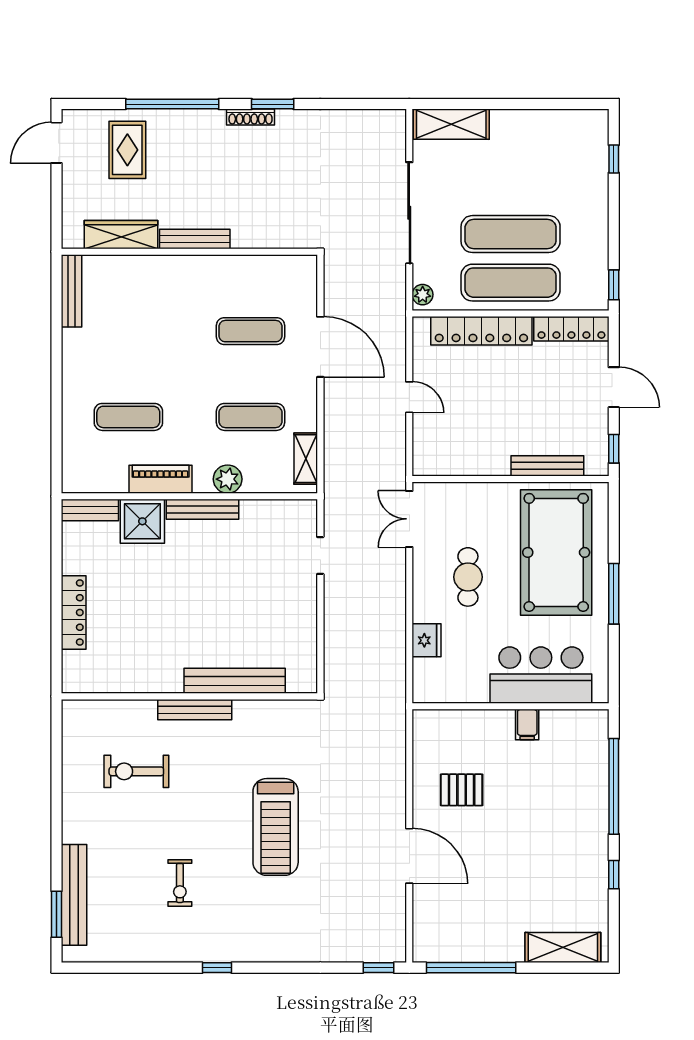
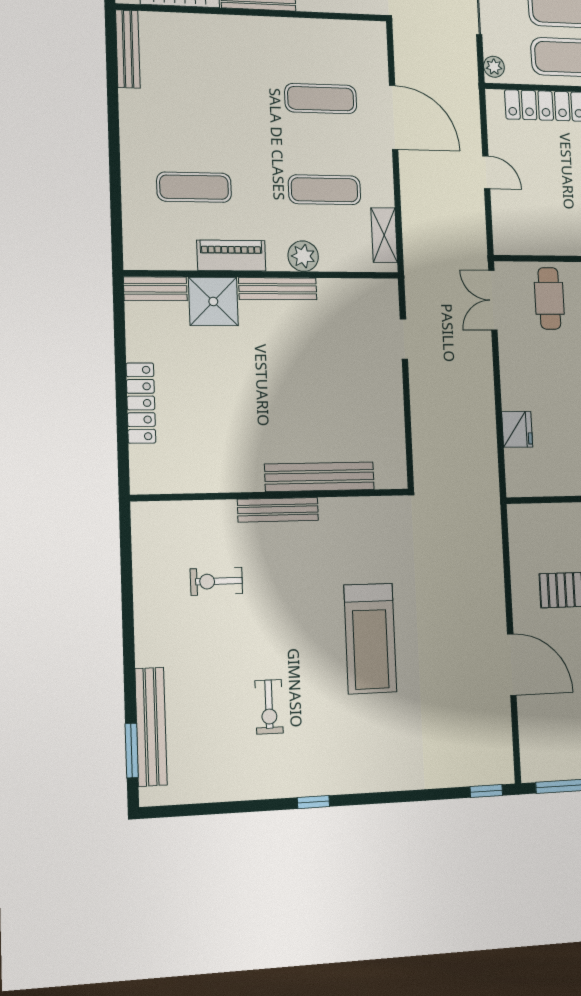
cafe table: (468, 577) -> (549, 298), moved
exercise bike: (136, 771) -> (216, 581), width x0.73, depth x0.72

